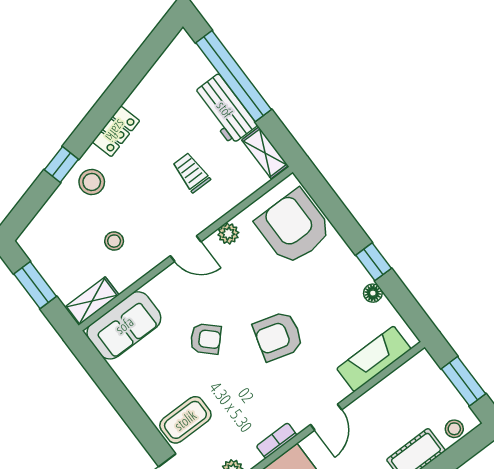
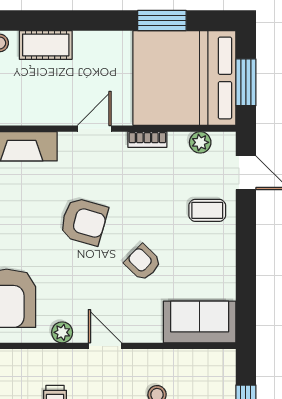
shelving: (92, 301) -> (210, 360), removed
coffee table: (185, 420) -> (207, 210), width x0.73, depth x0.77

